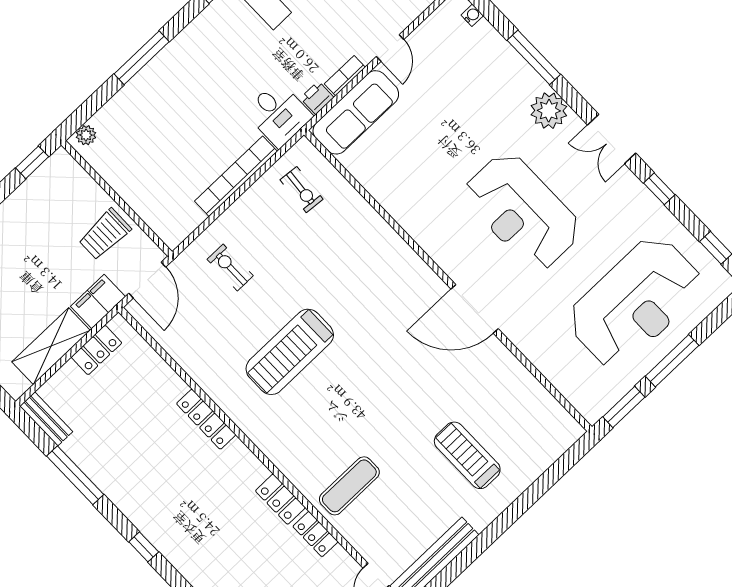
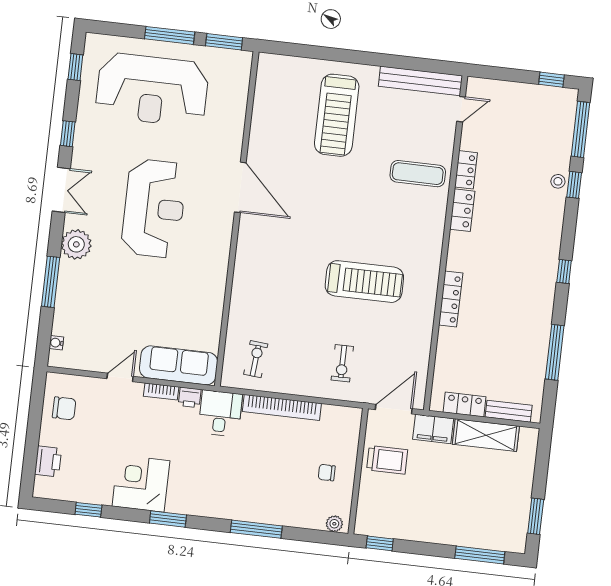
chair: (140, 168) -> (327, 473), added
reception desk: (635, 302) -> (152, 90), turned 180
bench: (46, 419) -> (509, 411), moved, turned 90
treadmill: (467, 455) -> (337, 115), width x1.37, depth x1.38

